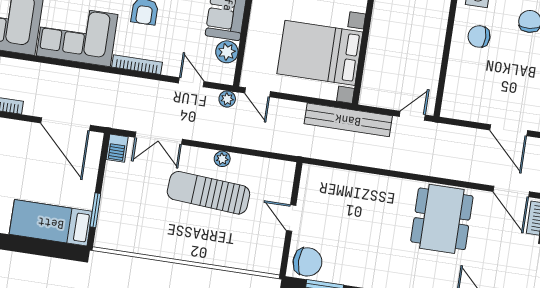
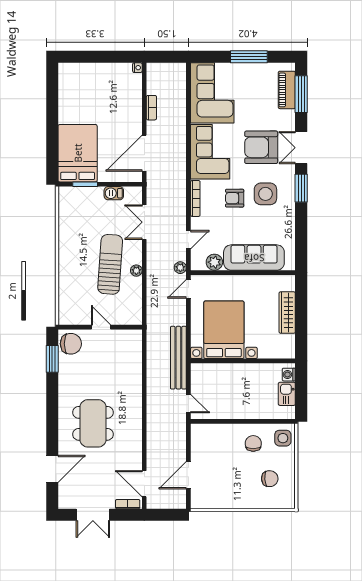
barbecue: (117, 148) -> (114, 193), moved
door: (511, 192) -> (144, 484), hinge flipped
door: (291, 218) -> (101, 327), hinge flipped
dining table: (442, 219) -> (93, 423), moved, turned 90
bed: (51, 223) -> (78, 153), width x1.50
chair: (307, 262) -> (71, 344), turned -90

